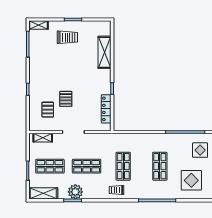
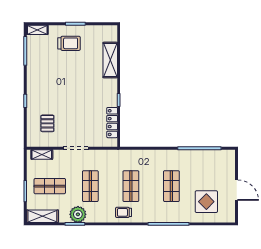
pallet: (66, 99) -> (67, 112), removed
display table: (200, 150) -> (216, 168), removed
shop shelf: (87, 166) -> (90, 186), turned 90

